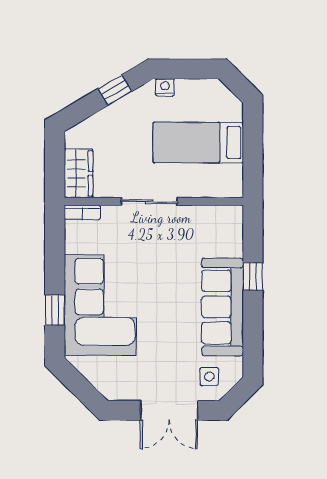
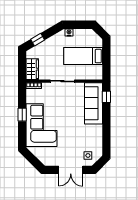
window: (115, 90) -> (38, 40), moved
window: (253, 277) -> (106, 97), moved
sofa: (223, 307) -> (94, 103), moved
window: (55, 310) -> (22, 115), moved

